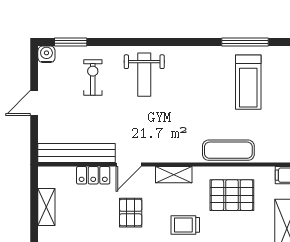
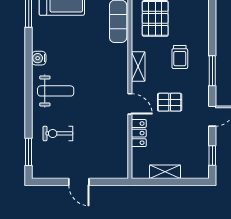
water cooler: (46, 54) -> (39, 58), moved
bench: (77, 153) -> (120, 147), removed

